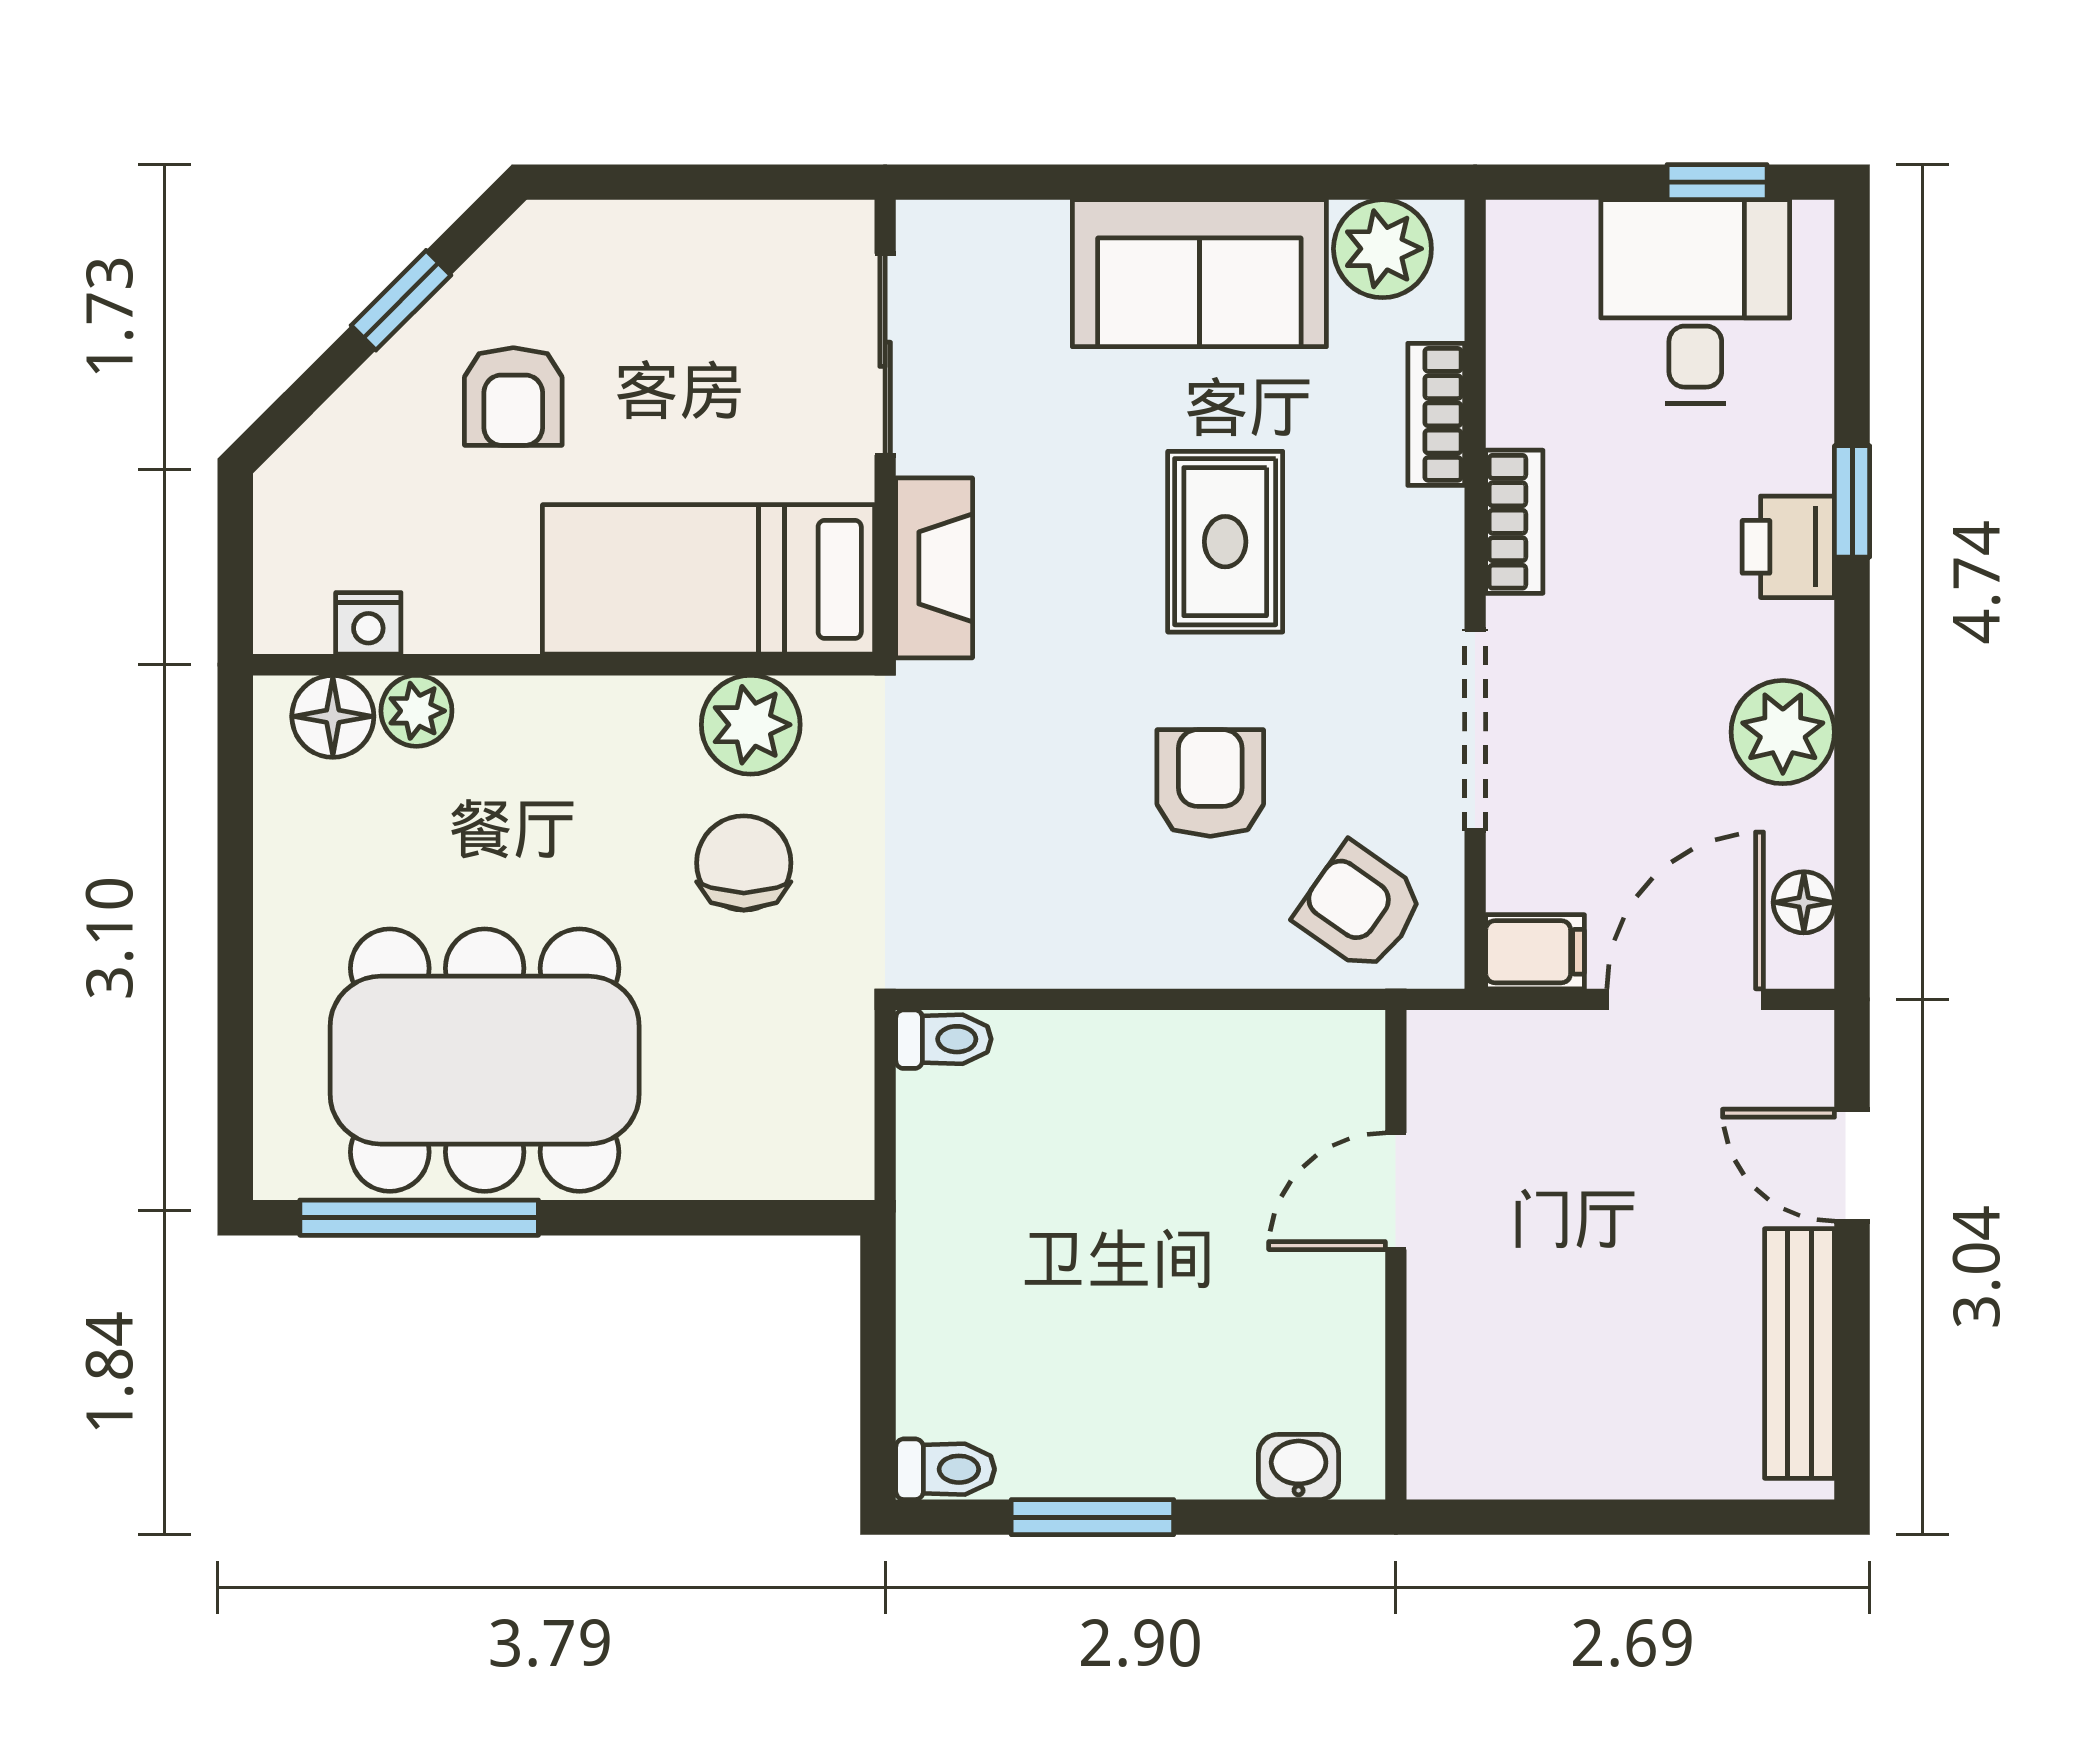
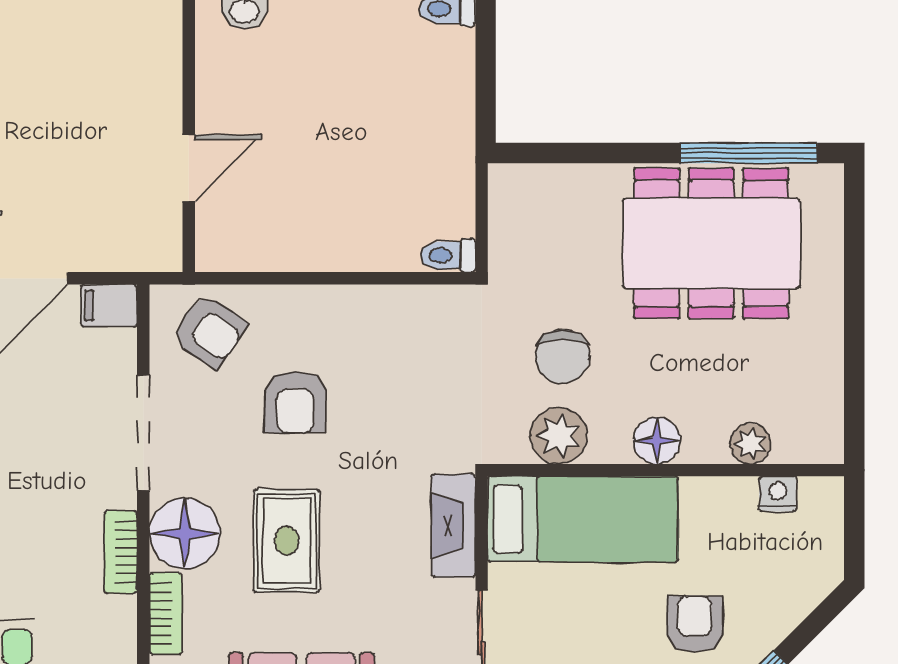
floor lamp: (1403, 554) -> (185, 533), added
floor lamp: (333, 716) -> (657, 441), moved

